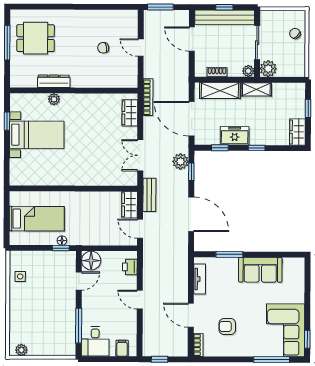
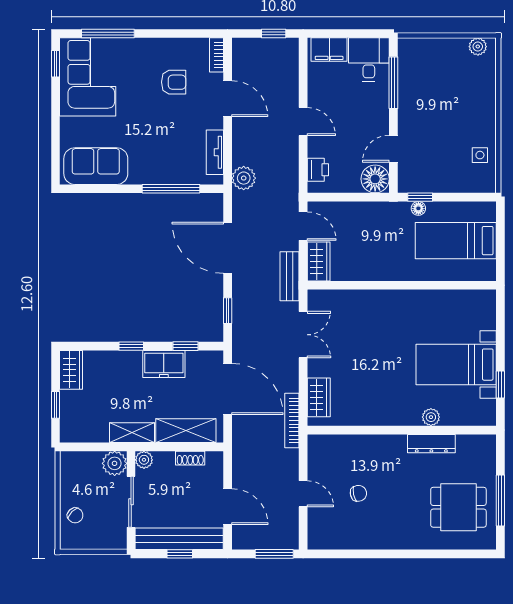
plant: (180, 161) -> (244, 178), moved
window: (229, 254) -> (171, 189), width x1.44
sofa: (260, 270) -> (96, 166), moved
filing cabinet: (122, 348) -> (329, 50), width x2.00

